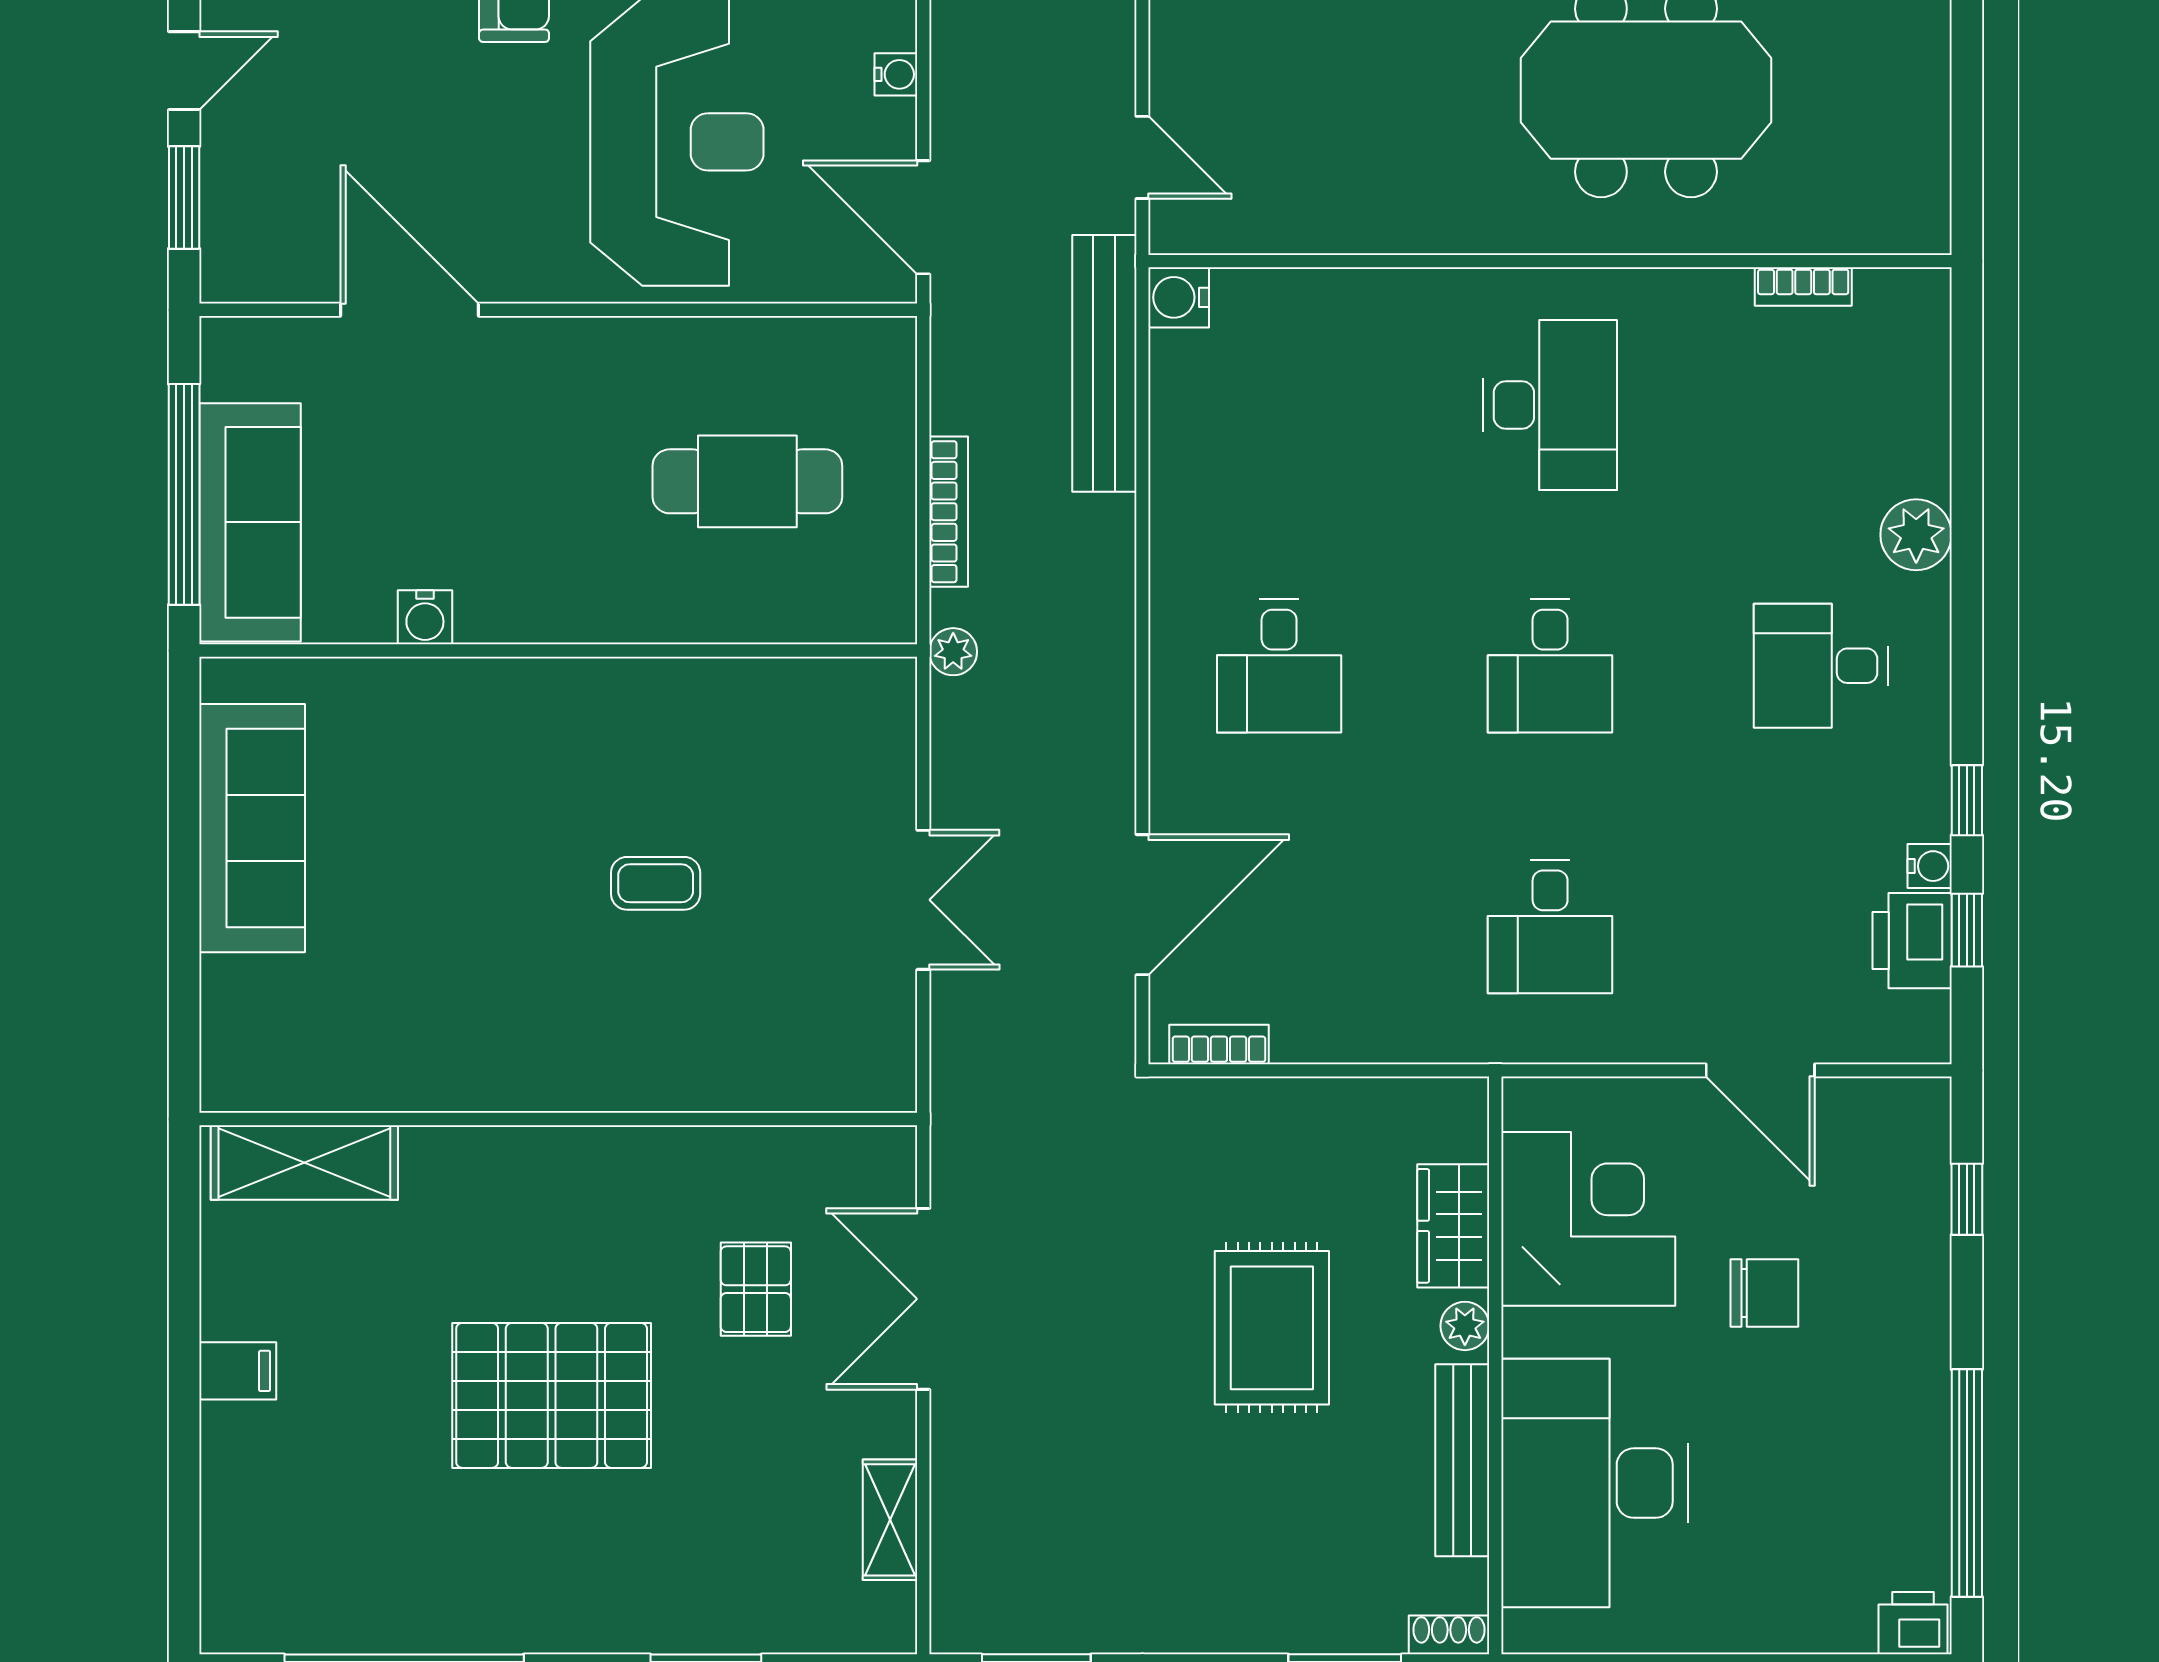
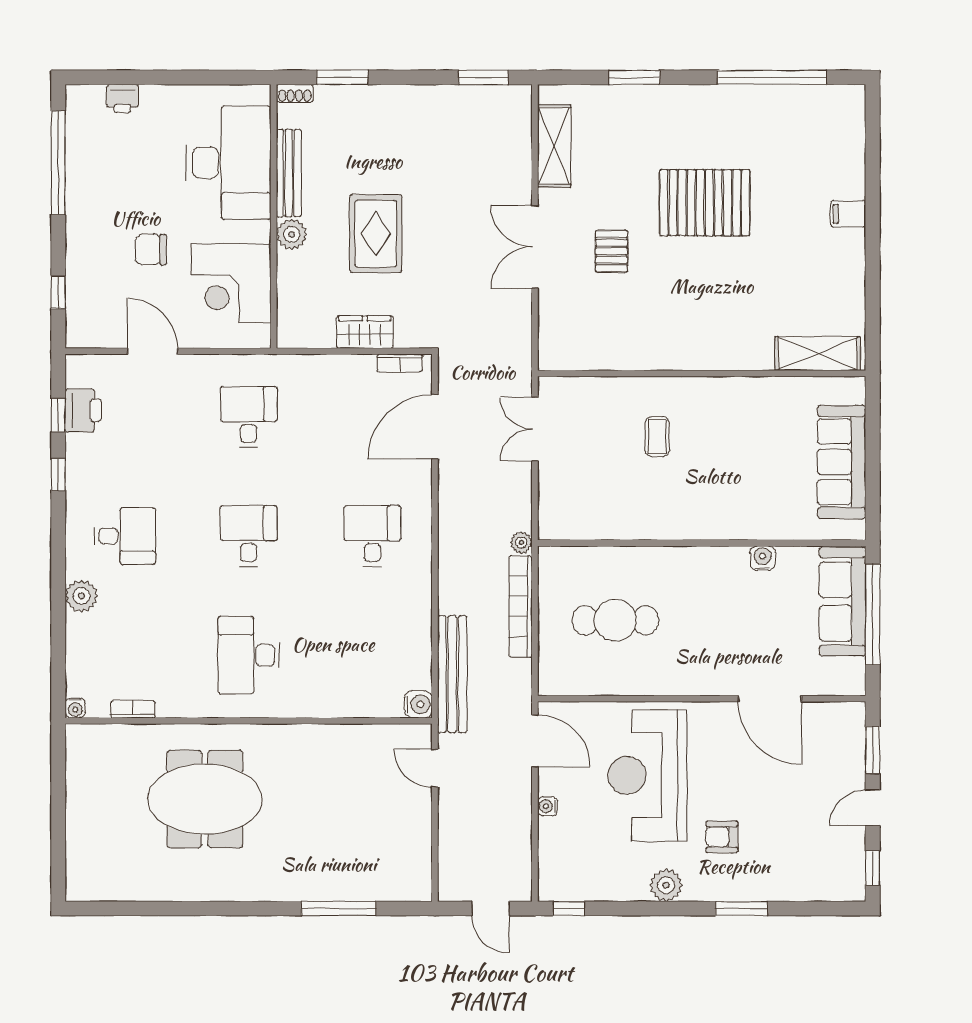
bookcase: (949, 512) -> (521, 606), width x1.48, depth x1.31
water cooler: (1930, 866) -> (75, 708), moved, turned -90
coffee table: (656, 883) -> (657, 437), turned 90
wall: (558, 1119) -> (702, 373), moved
shelving: (304, 1163) -> (818, 354), moved
wardrobe: (1453, 1226) -> (365, 332), moved, turned -90
double door: (923, 1299) -> (535, 247), swing flipped
plant: (1465, 1326) -> (292, 234), width x1.38, depth x1.38
shelving: (890, 1520) -> (554, 146), width x1.50, depth x1.33
printer: (1913, 1623) -> (122, 99), moved

